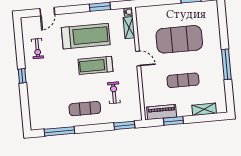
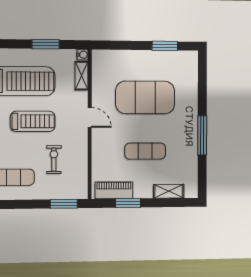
treadmill: (95, 65) -> (33, 121), turned 180

